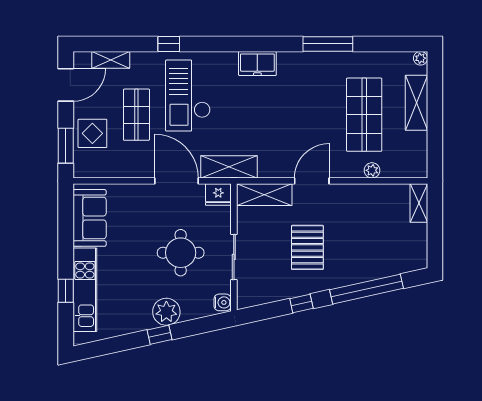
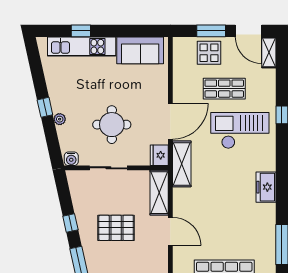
shelving: (111, 60) -> (269, 52), moved
window: (66, 146) -> (211, 31), moved
plant: (166, 312) -> (60, 119), width x0.53, depth x0.53

